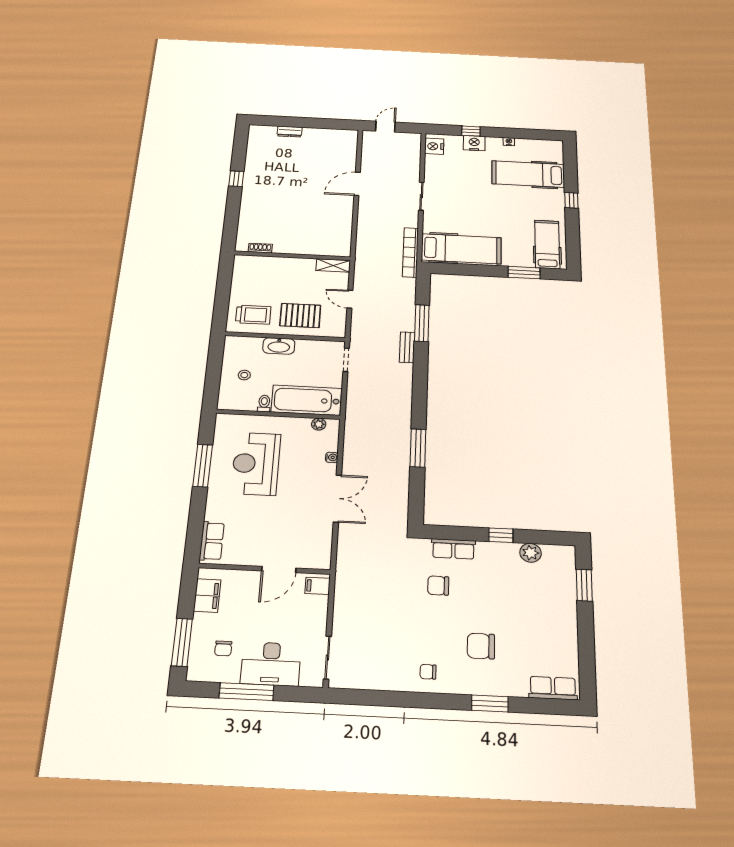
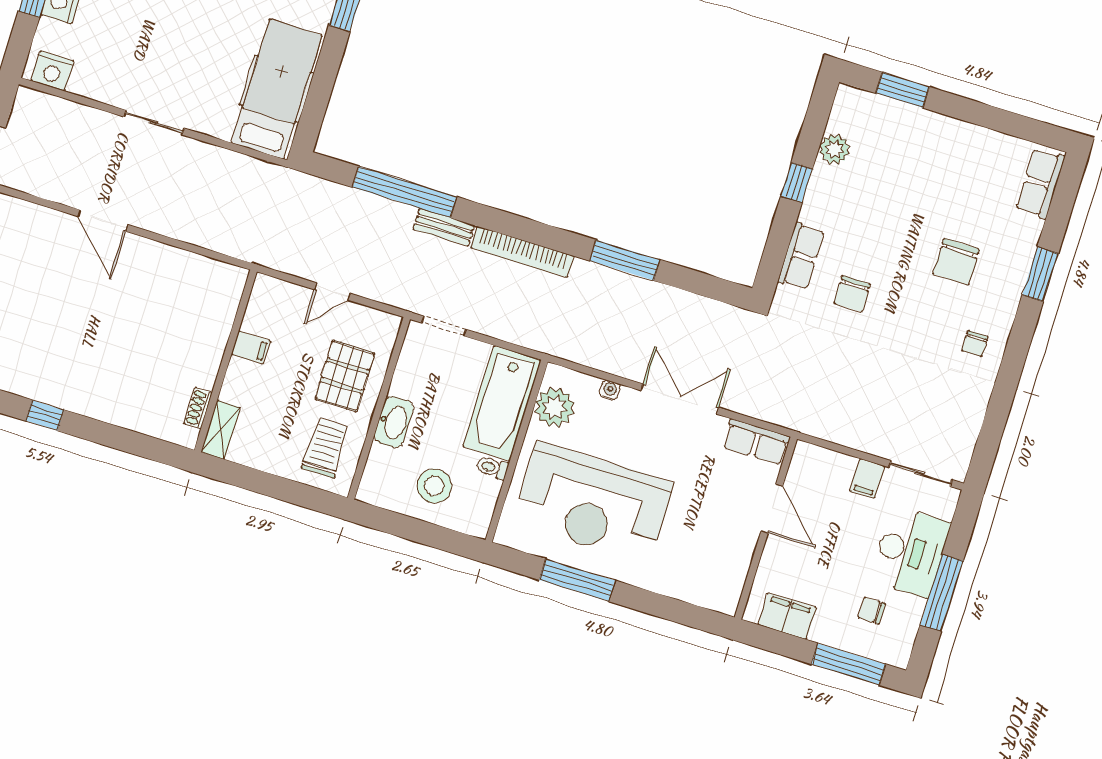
bookcase: (410, 252) -> (522, 252), moved
shelving: (333, 265) -> (221, 430), moved
filing cabinet: (304, 266) -> (251, 347), added
window: (422, 323) -> (405, 192), width x1.46
stool: (244, 375) -> (434, 486), width x1.89, depth x1.89
plant: (319, 424) -> (555, 407), width x1.87, depth x1.87
reception desk: (256, 464) -> (593, 503), width x1.36, depth x1.30
row of seats: (212, 541) -> (756, 442), moved, turned 180
filing cabinet: (318, 586) -> (867, 479), moved
chair: (223, 648) -> (872, 610), turned 180

